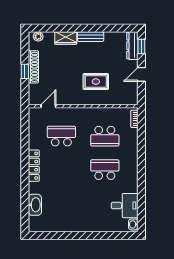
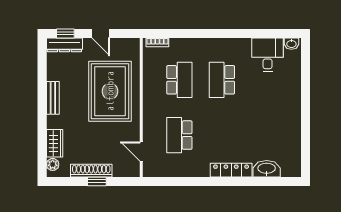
wardrobe: (66, 38) -> (55, 143), moved
rug: (96, 82) -> (110, 91), width x1.86, depth x2.06
locker: (34, 166) -> (231, 170), moved

